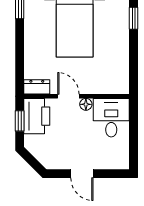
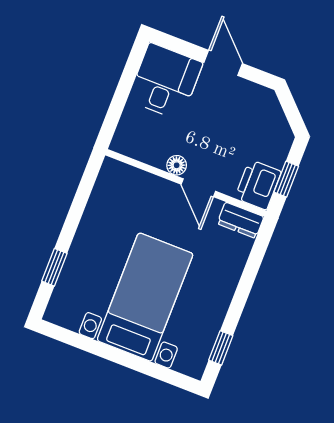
printer: (37, 116) -> (258, 185), width x0.73, depth x0.84
desk: (111, 118) -> (165, 81), moved, turned 180

